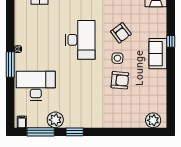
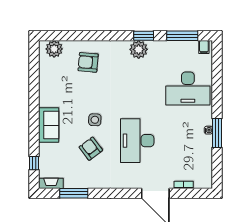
window: (171, 41) -> (34, 163), moved
window: (10, 65) -> (217, 133), moved
armchair: (120, 80) -> (88, 62), moved
plant: (55, 120) -> (139, 49), moved

